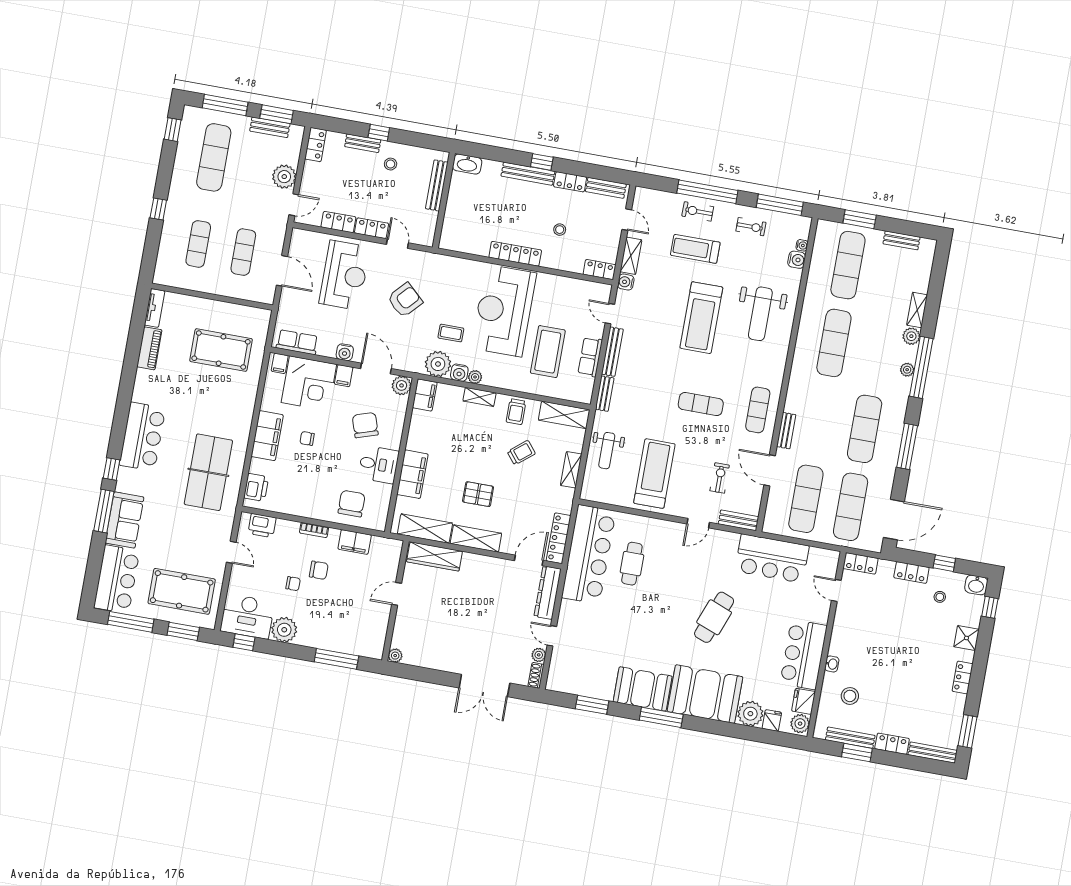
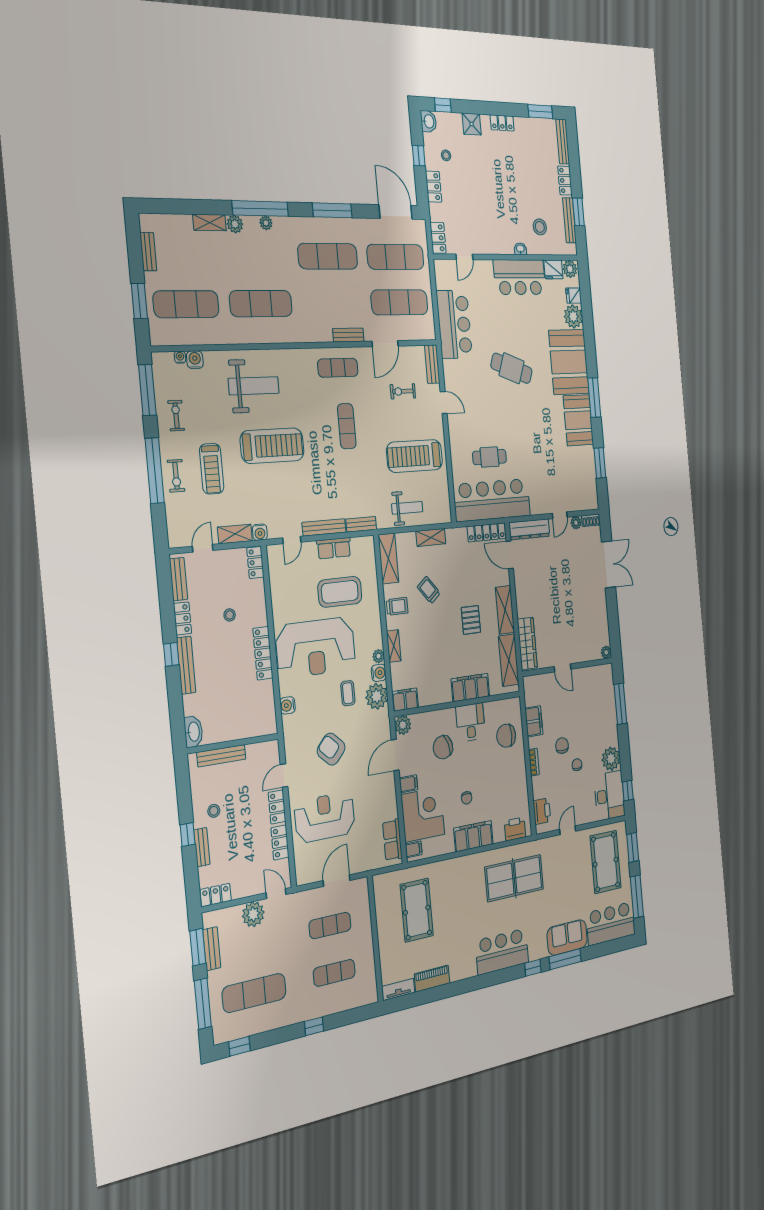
water cooler: (345, 352) -> (288, 705), moved, turned 180

